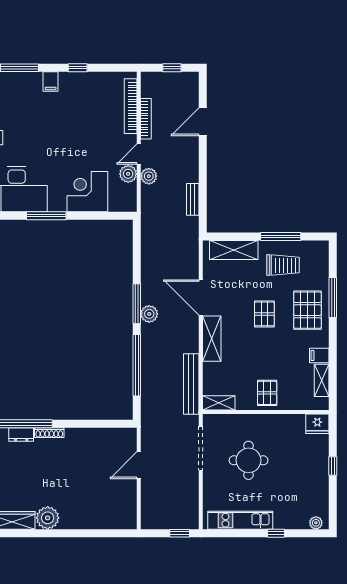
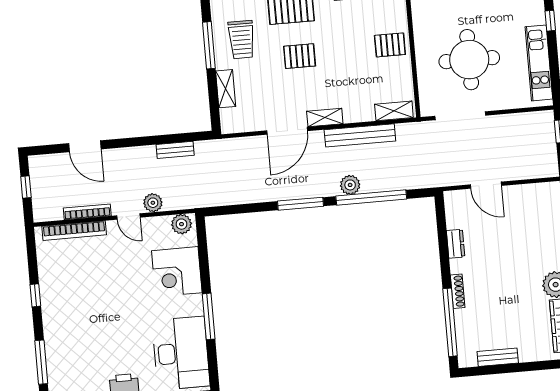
filing cabinet: (51, 81) -> (54, 325), removed
plant: (128, 174) -> (181, 224), moved
shelving: (234, 250) -> (226, 89), width x0.67, depth x0.75
trolley: (283, 265) -> (242, 40), turned 180
plant: (149, 314) -> (350, 185), moved
shelving: (212, 339) -> (325, 117), width x0.67, depth x0.75
bench: (191, 384) -> (360, 135), moved
shelving: (219, 403) -> (394, 111), moved, turned 90
dresser: (21, 435) -> (456, 244), moved
round table: (249, 460) -> (469, 60), width x1.36, depth x1.36

